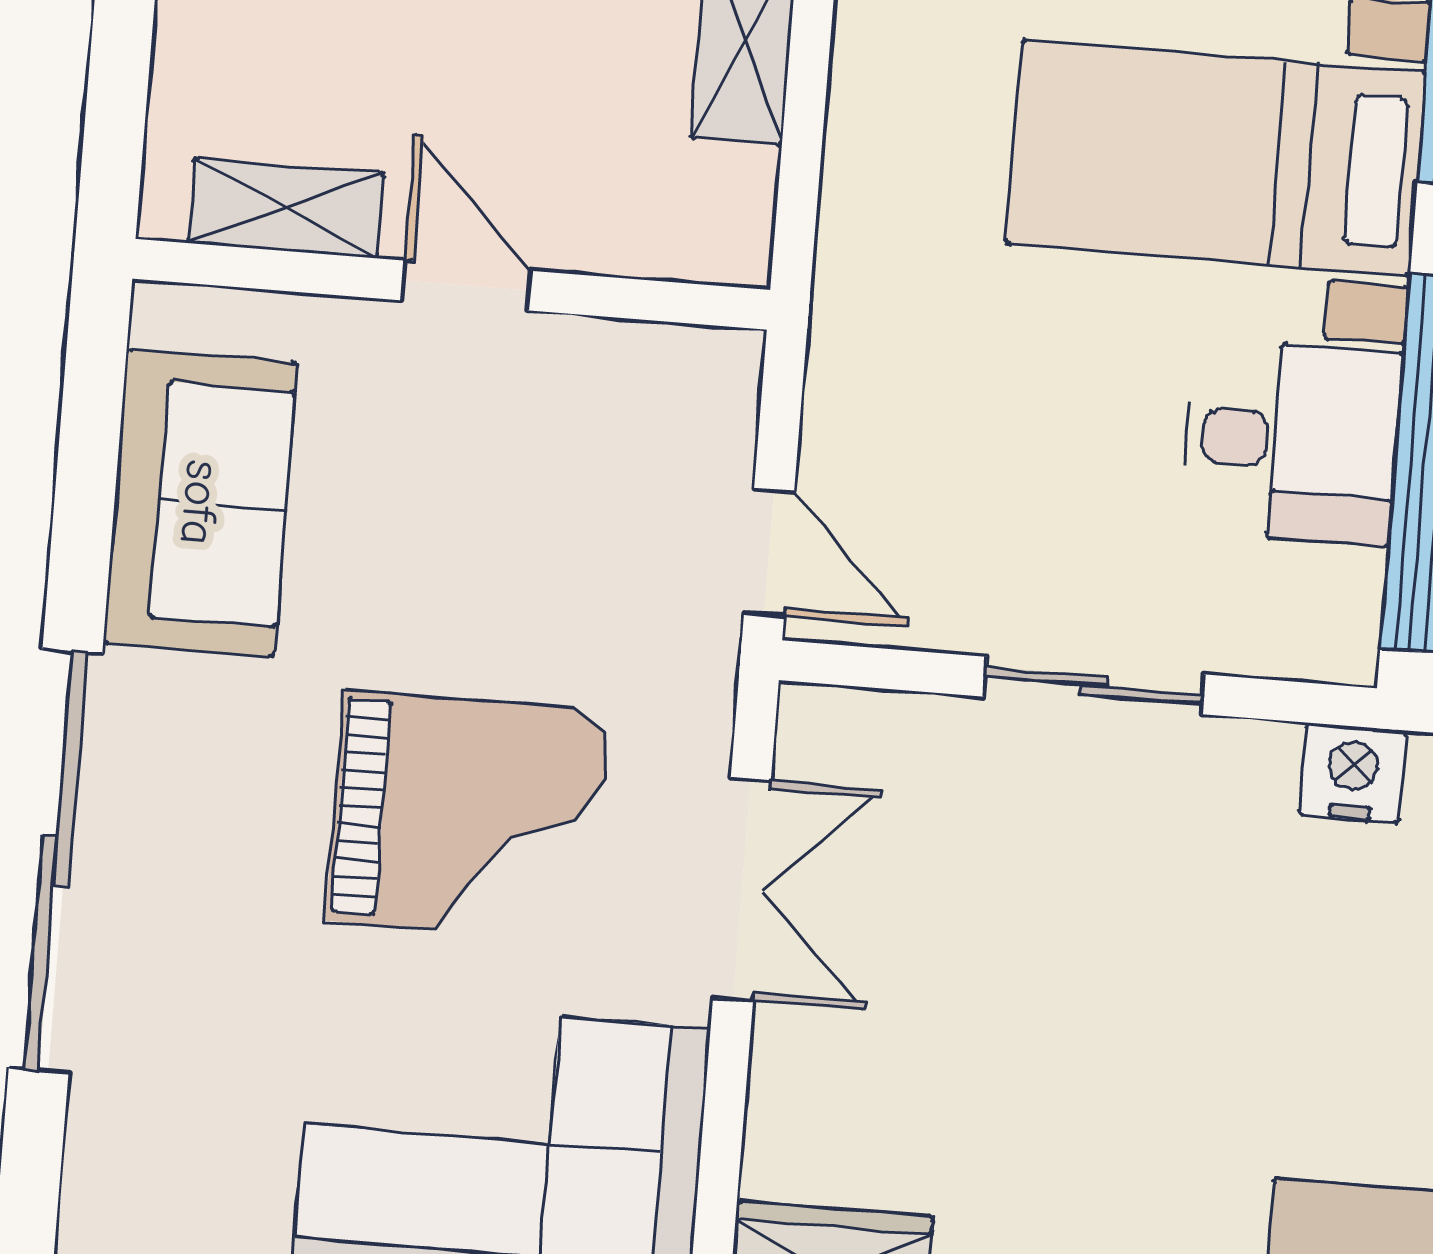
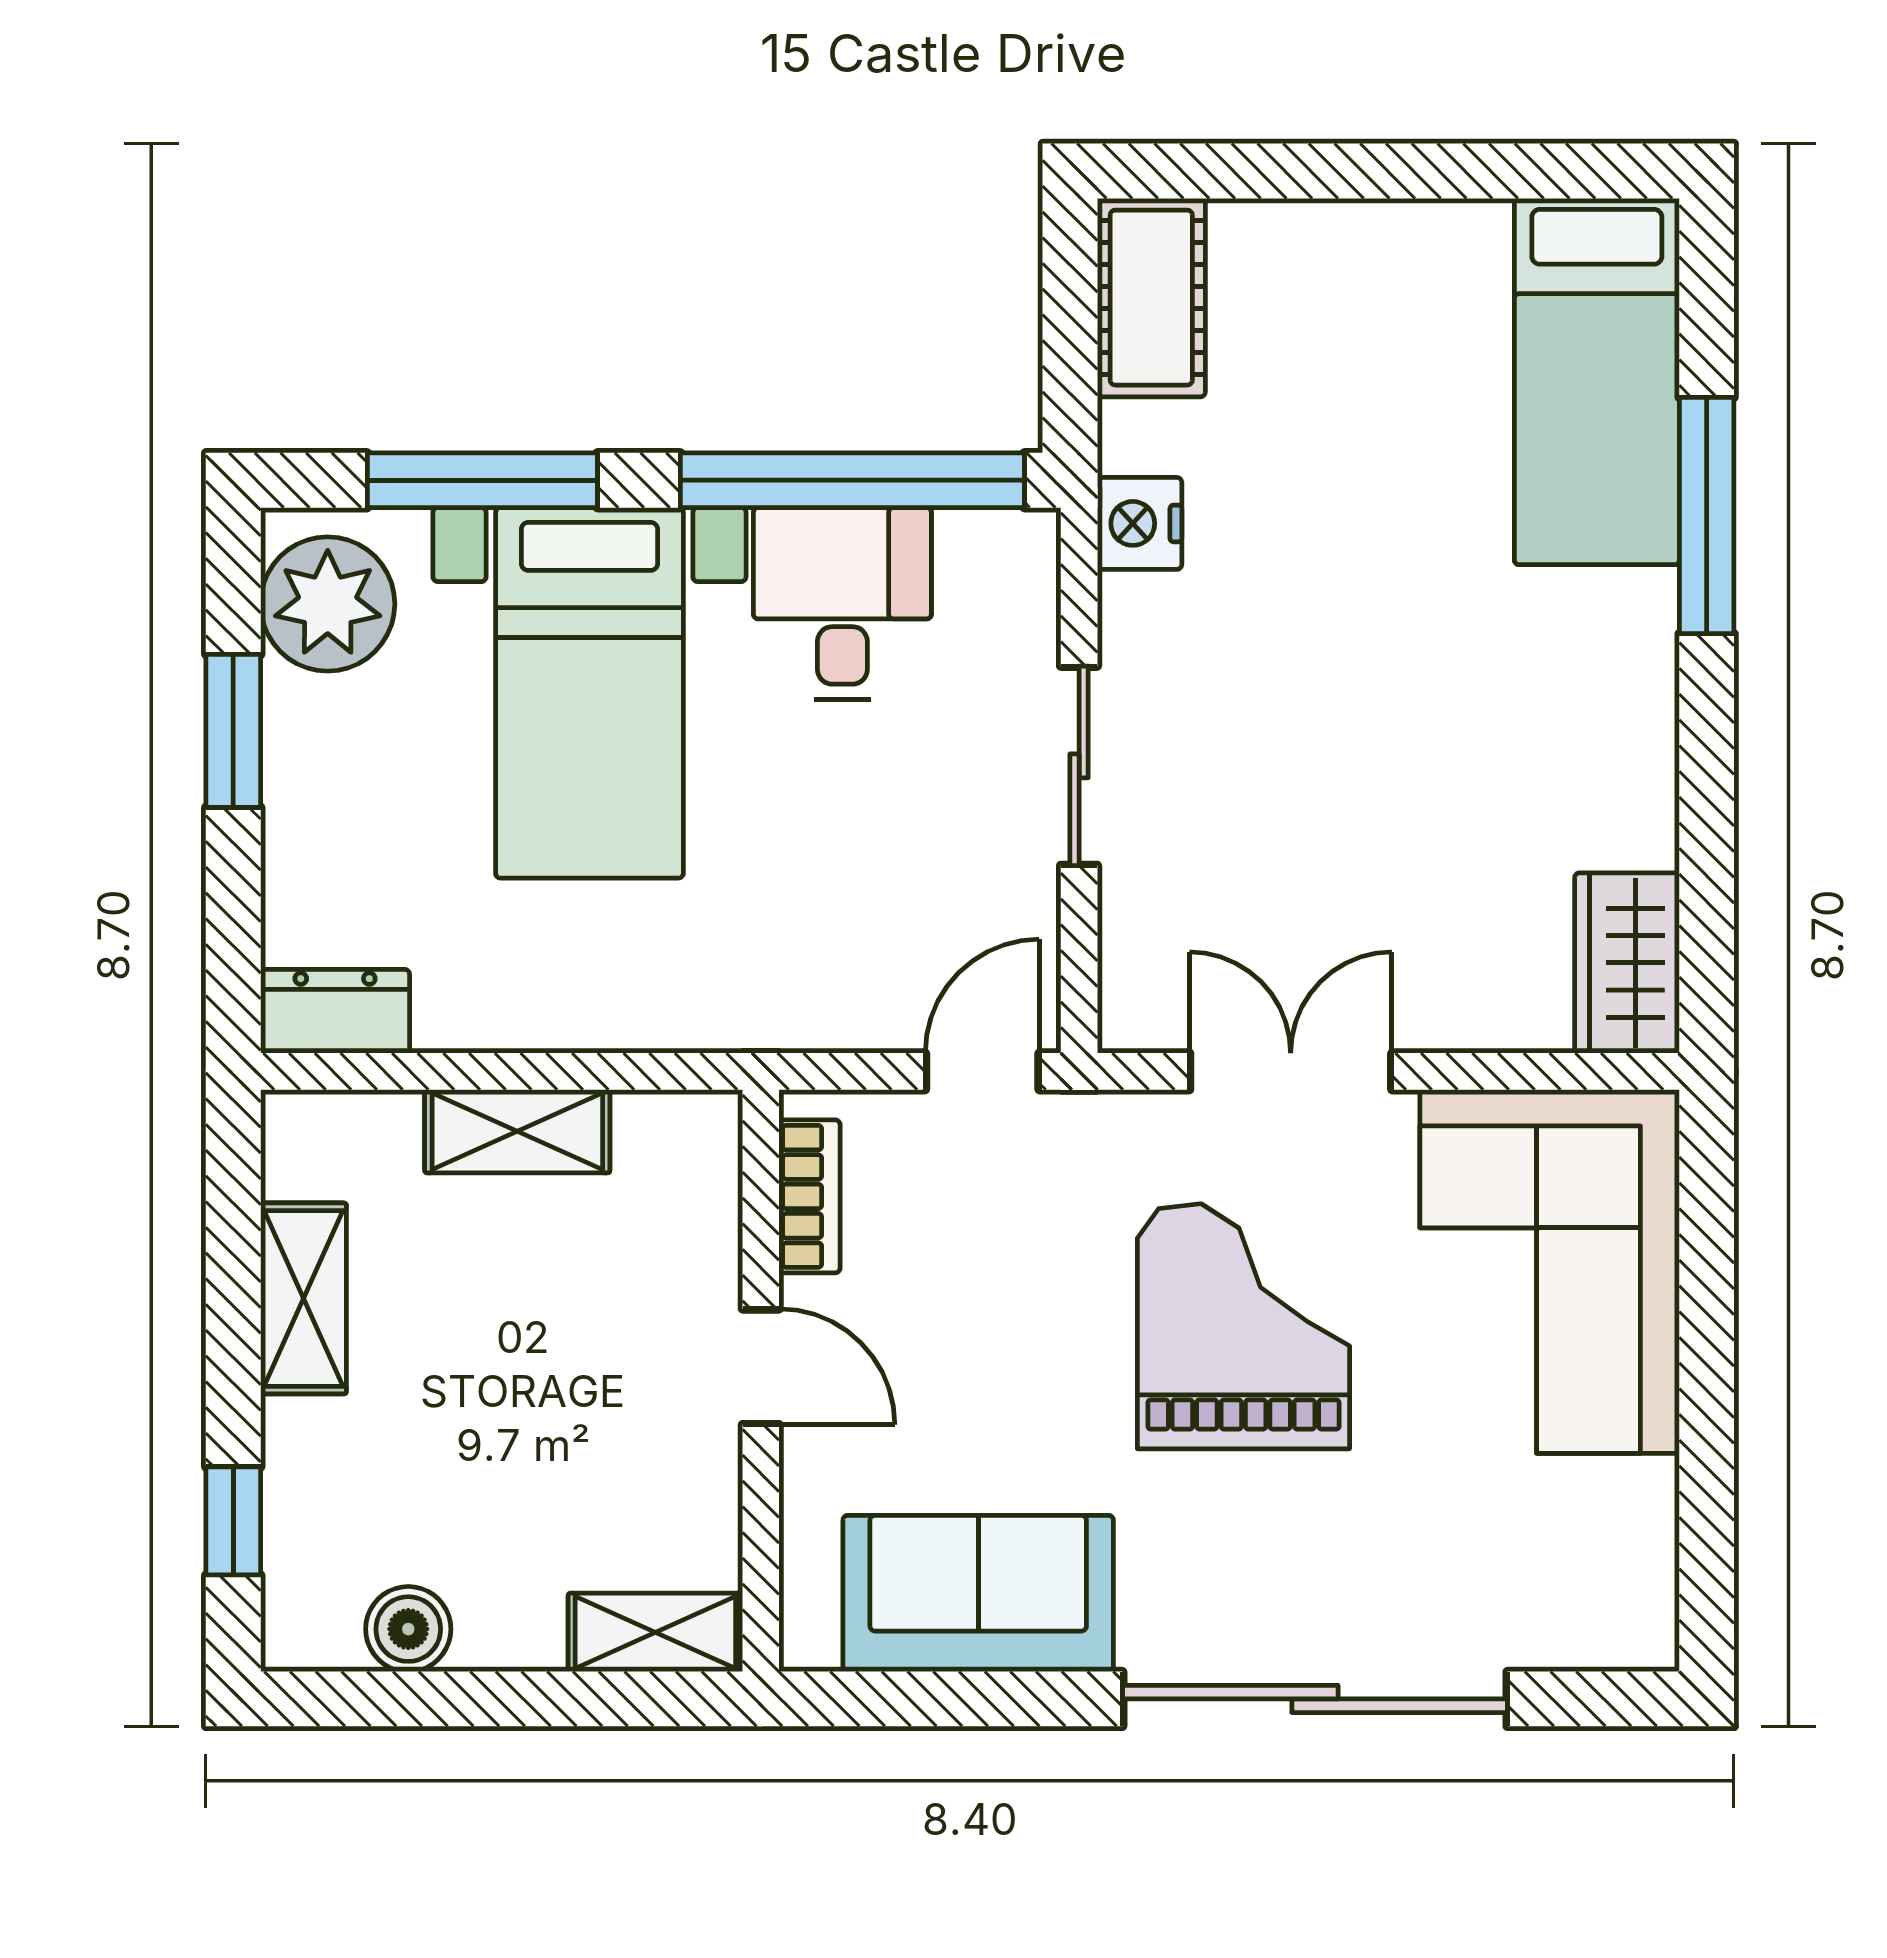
shelving: (286, 208) -> (655, 1632), moved, turned 90
door: (466, 286) -> (761, 1367), swing flipped
bookcase: (648, 354) -> (810, 1196), added

